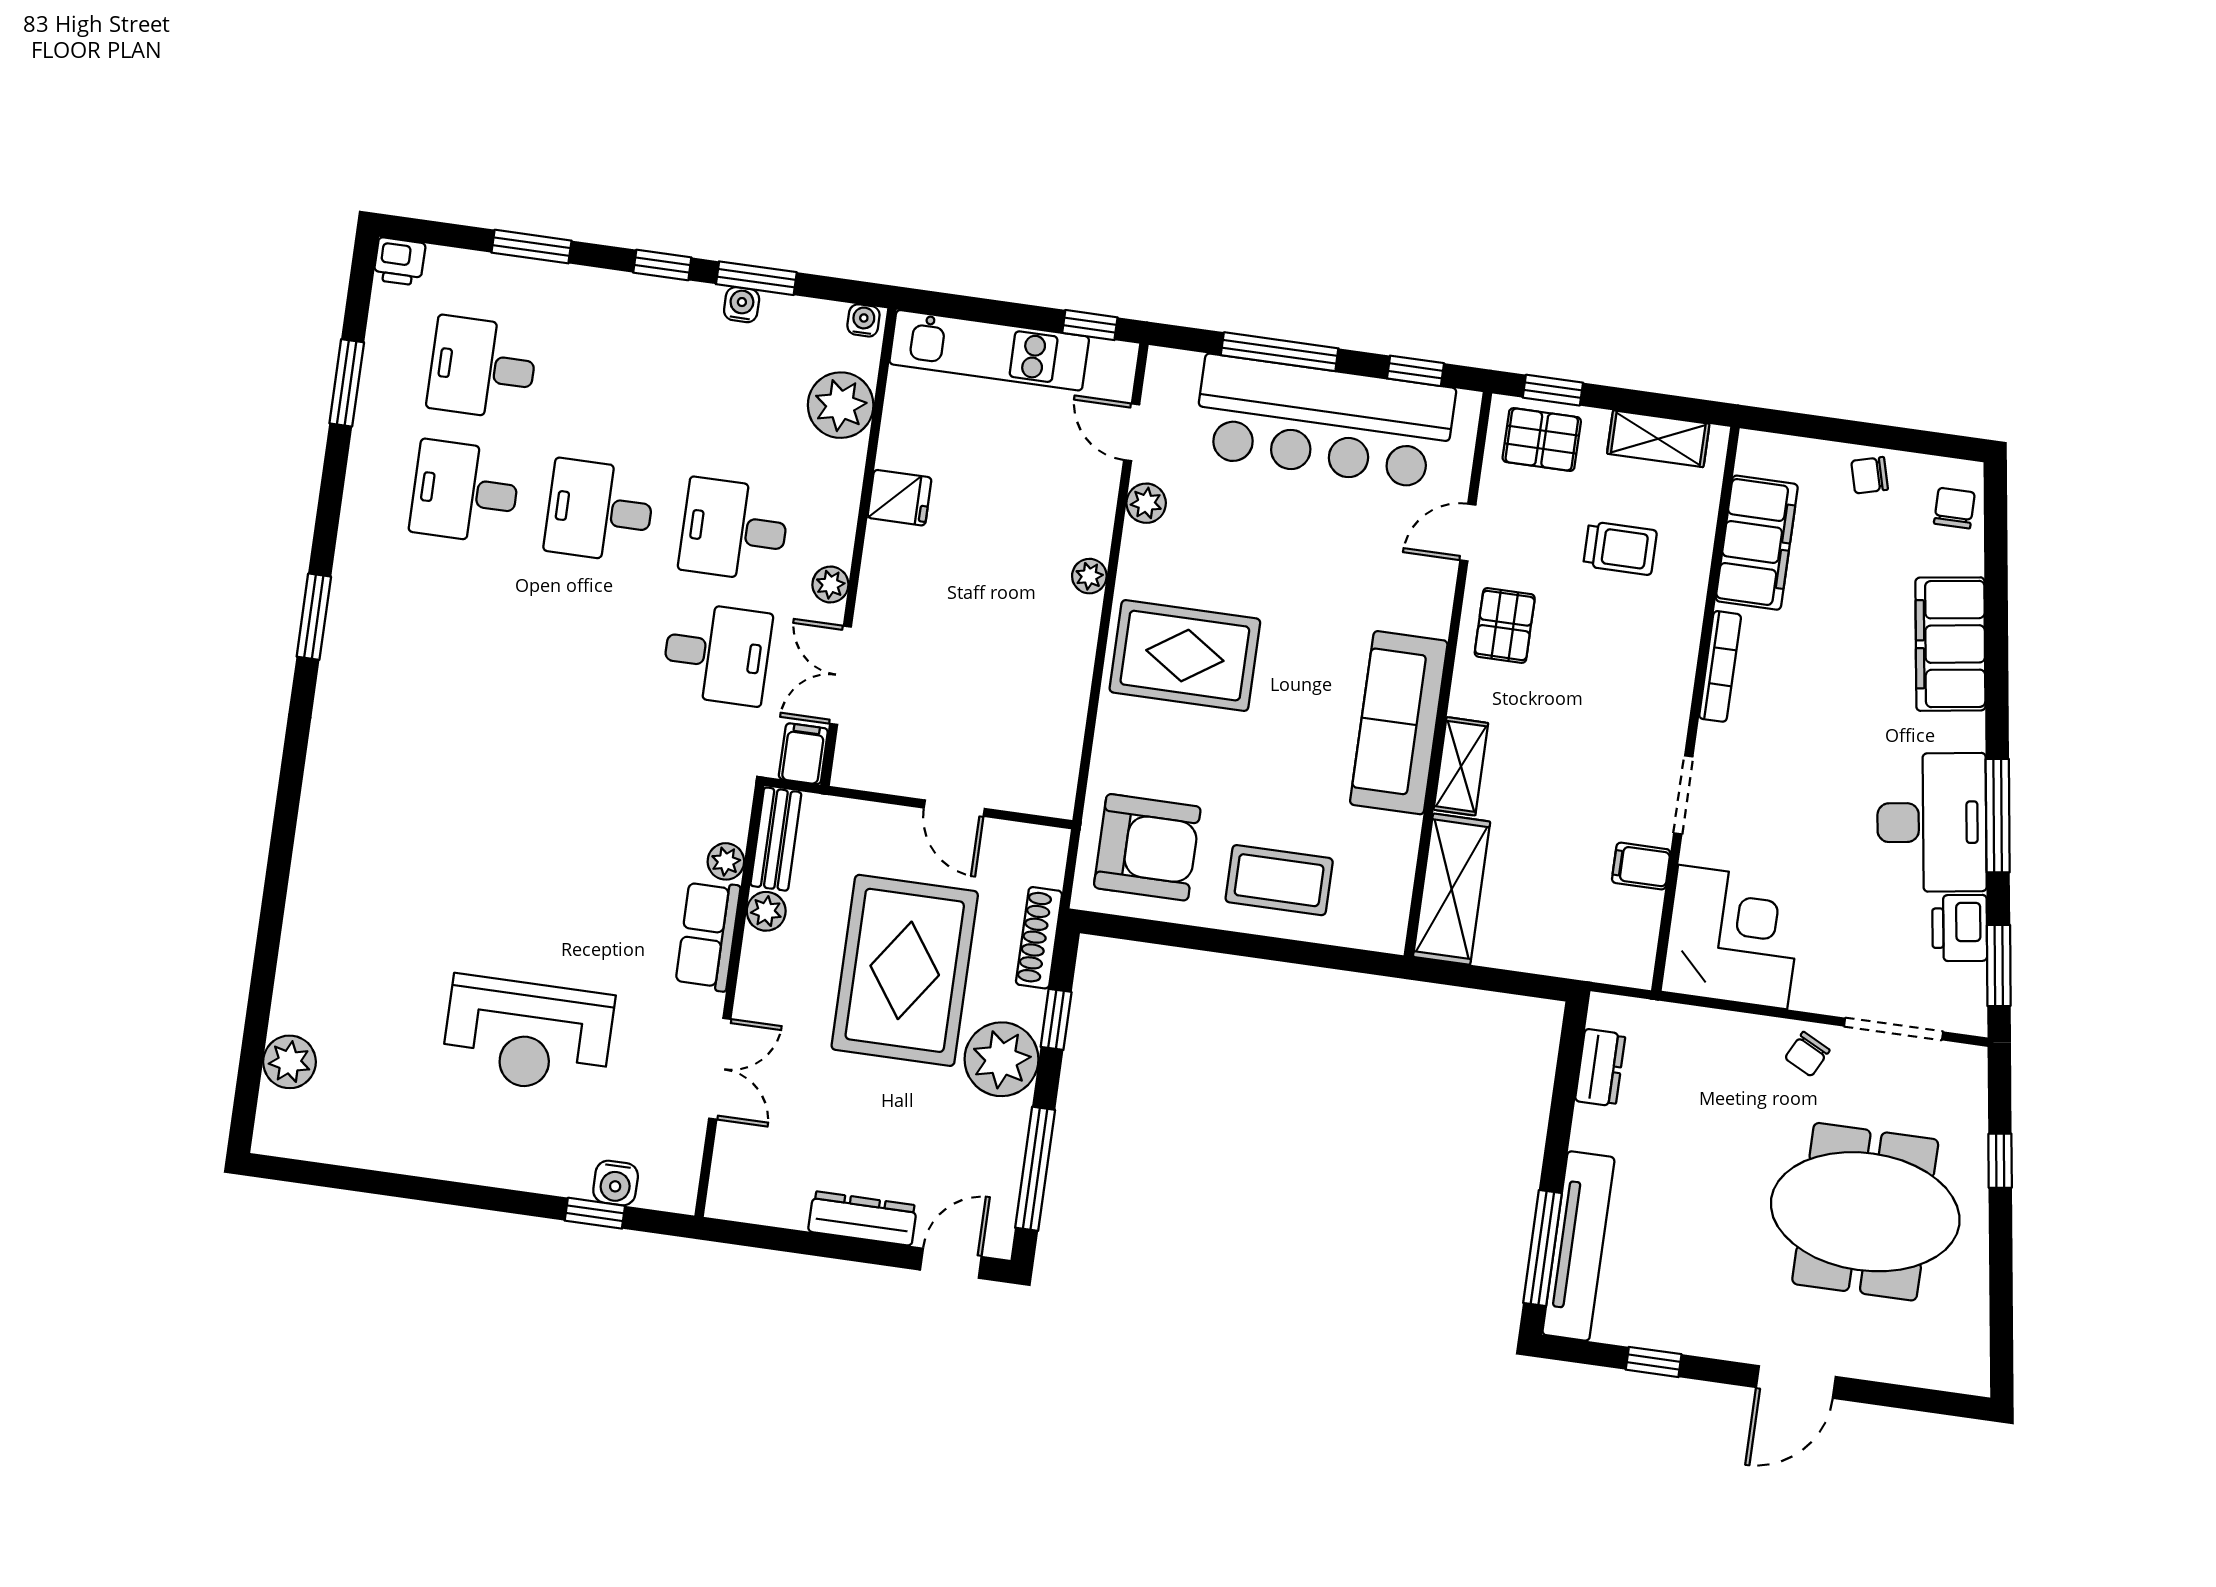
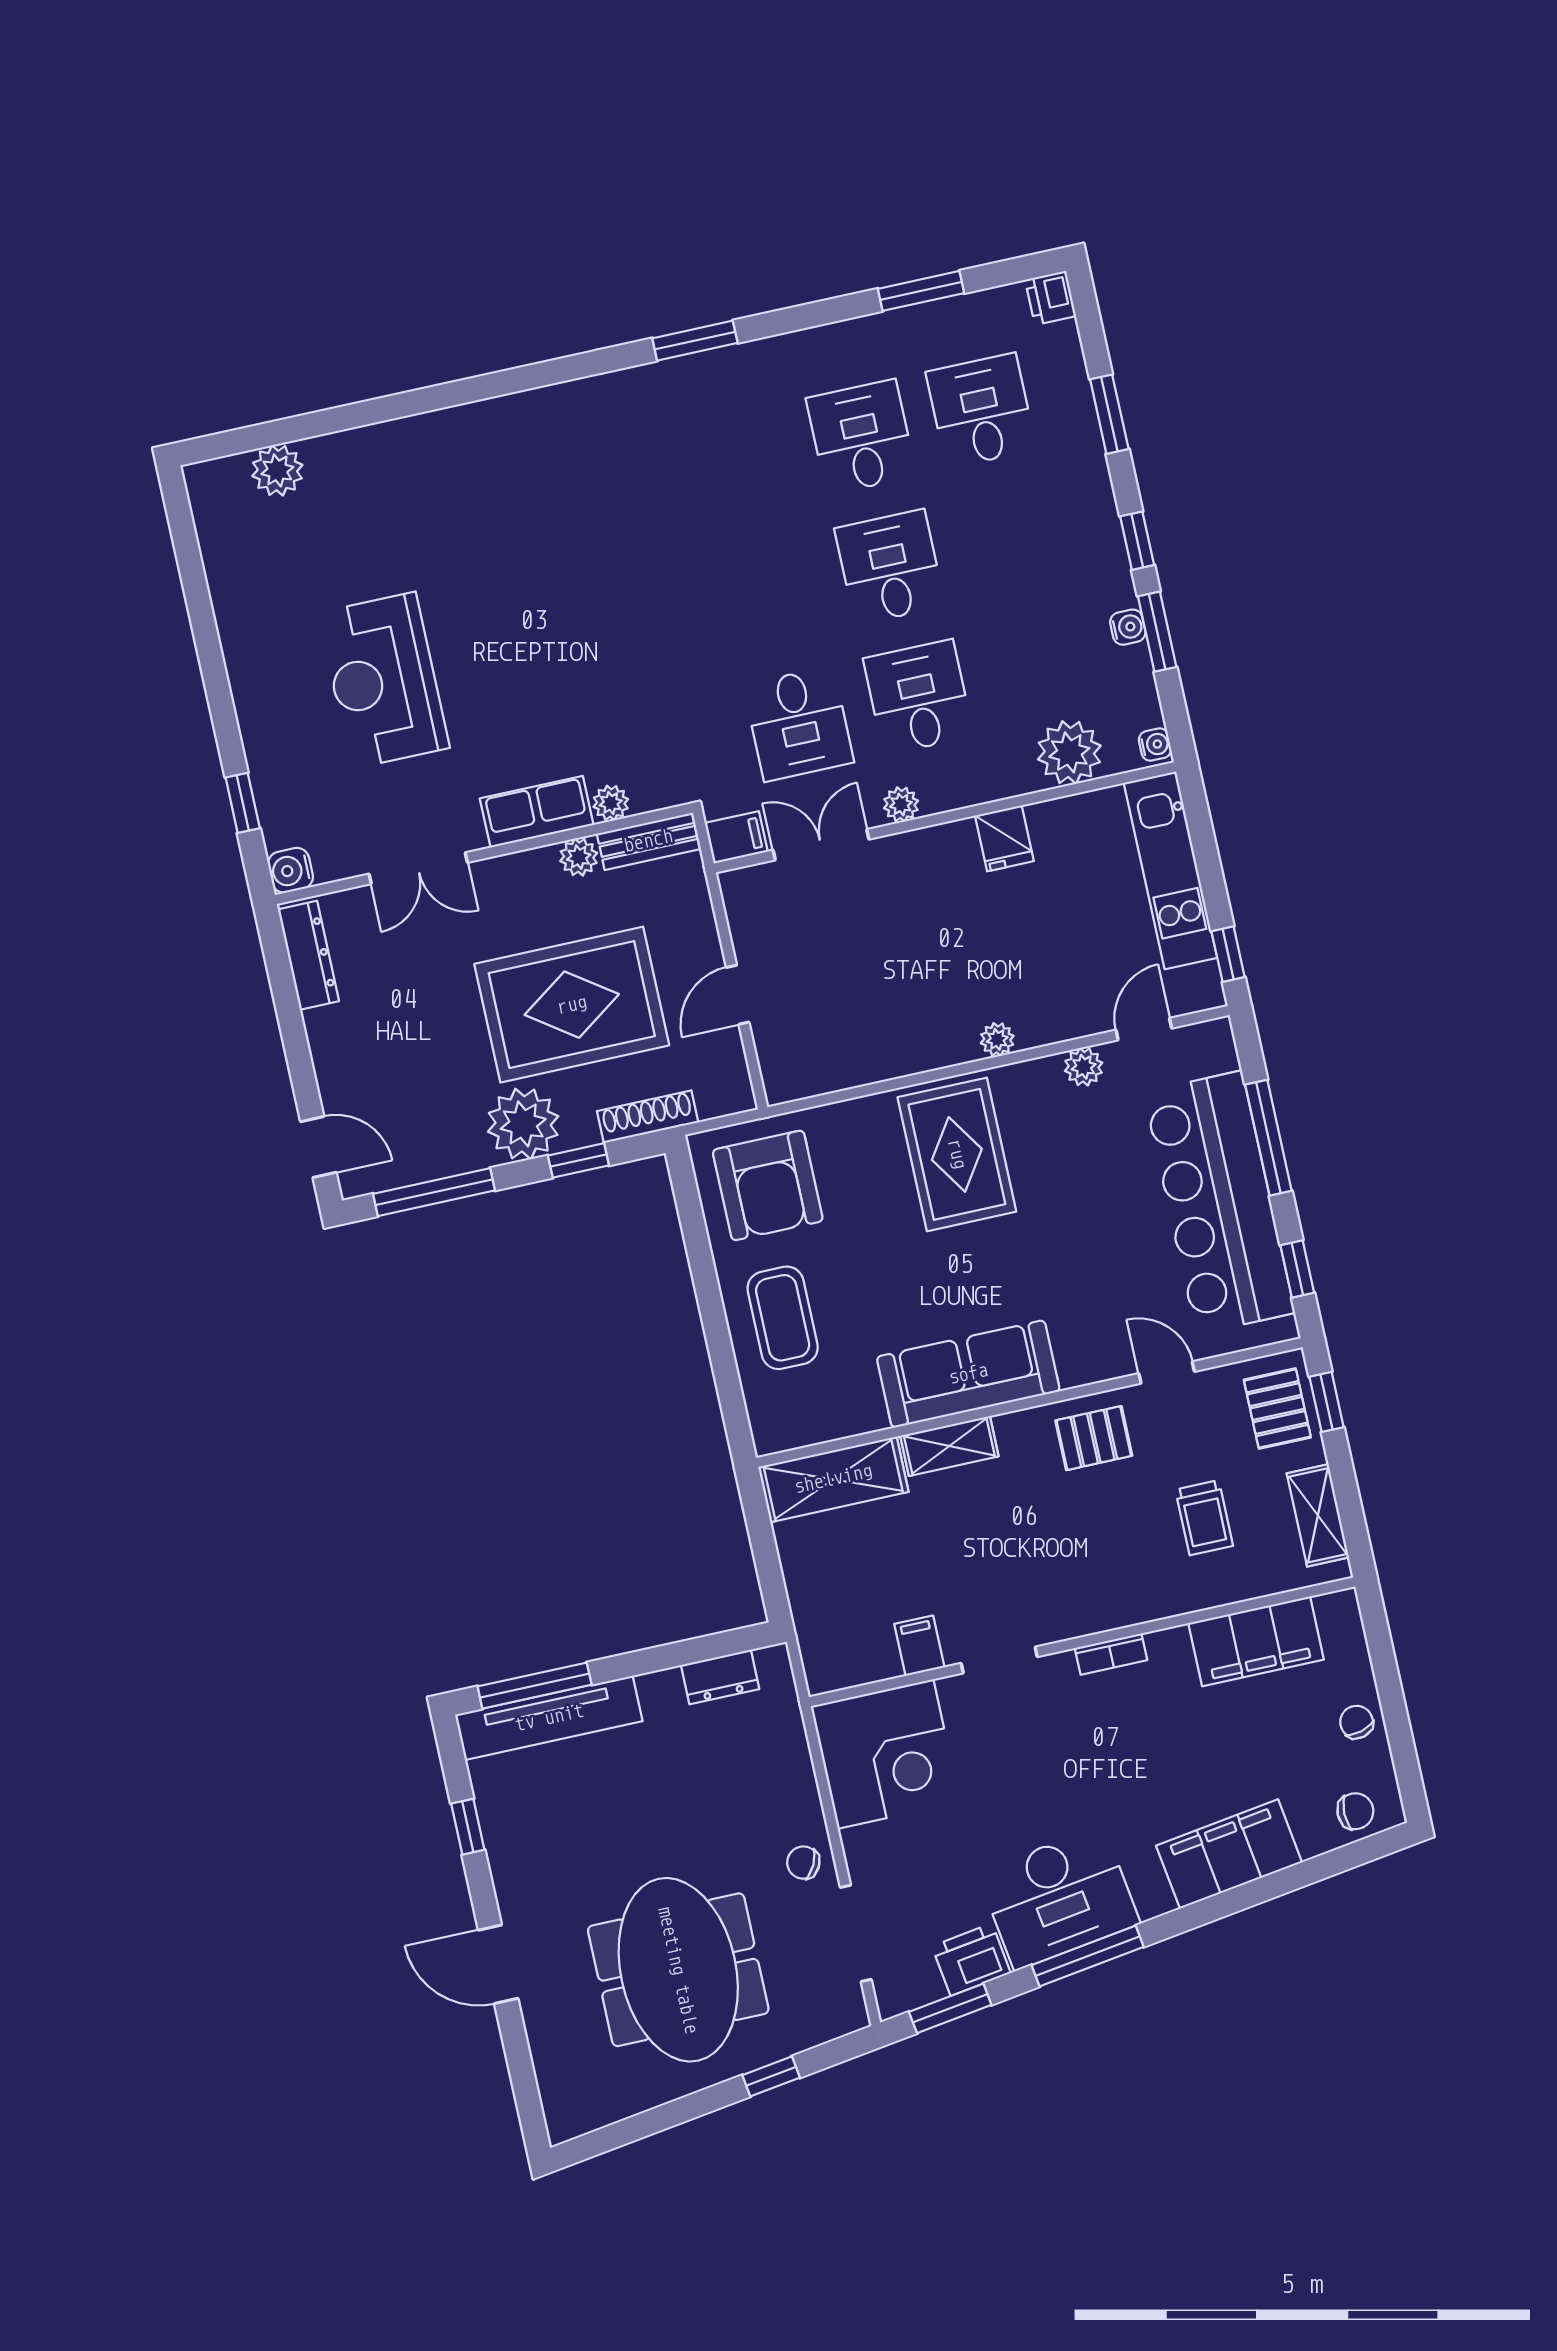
bookcase: (1720, 666) -> (1111, 1654), width x0.64
water cooler: (616, 1183) -> (290, 870), moved
dresser: (863, 1218) -> (308, 955), moved

